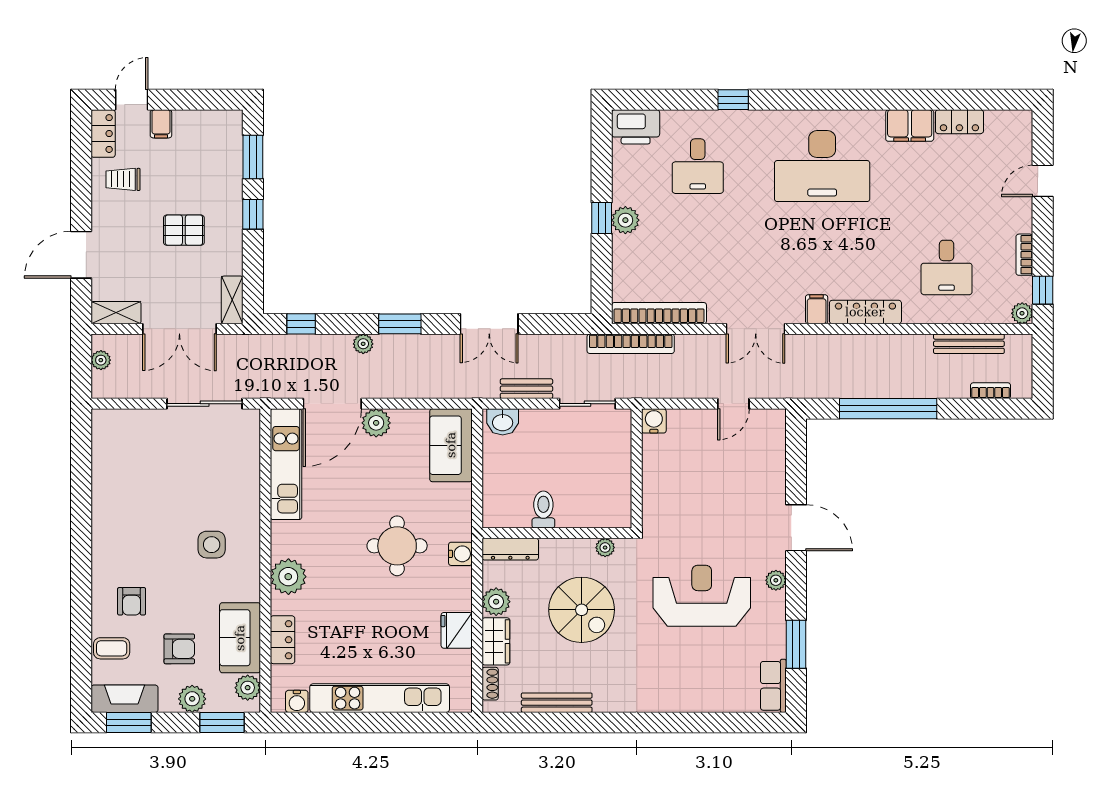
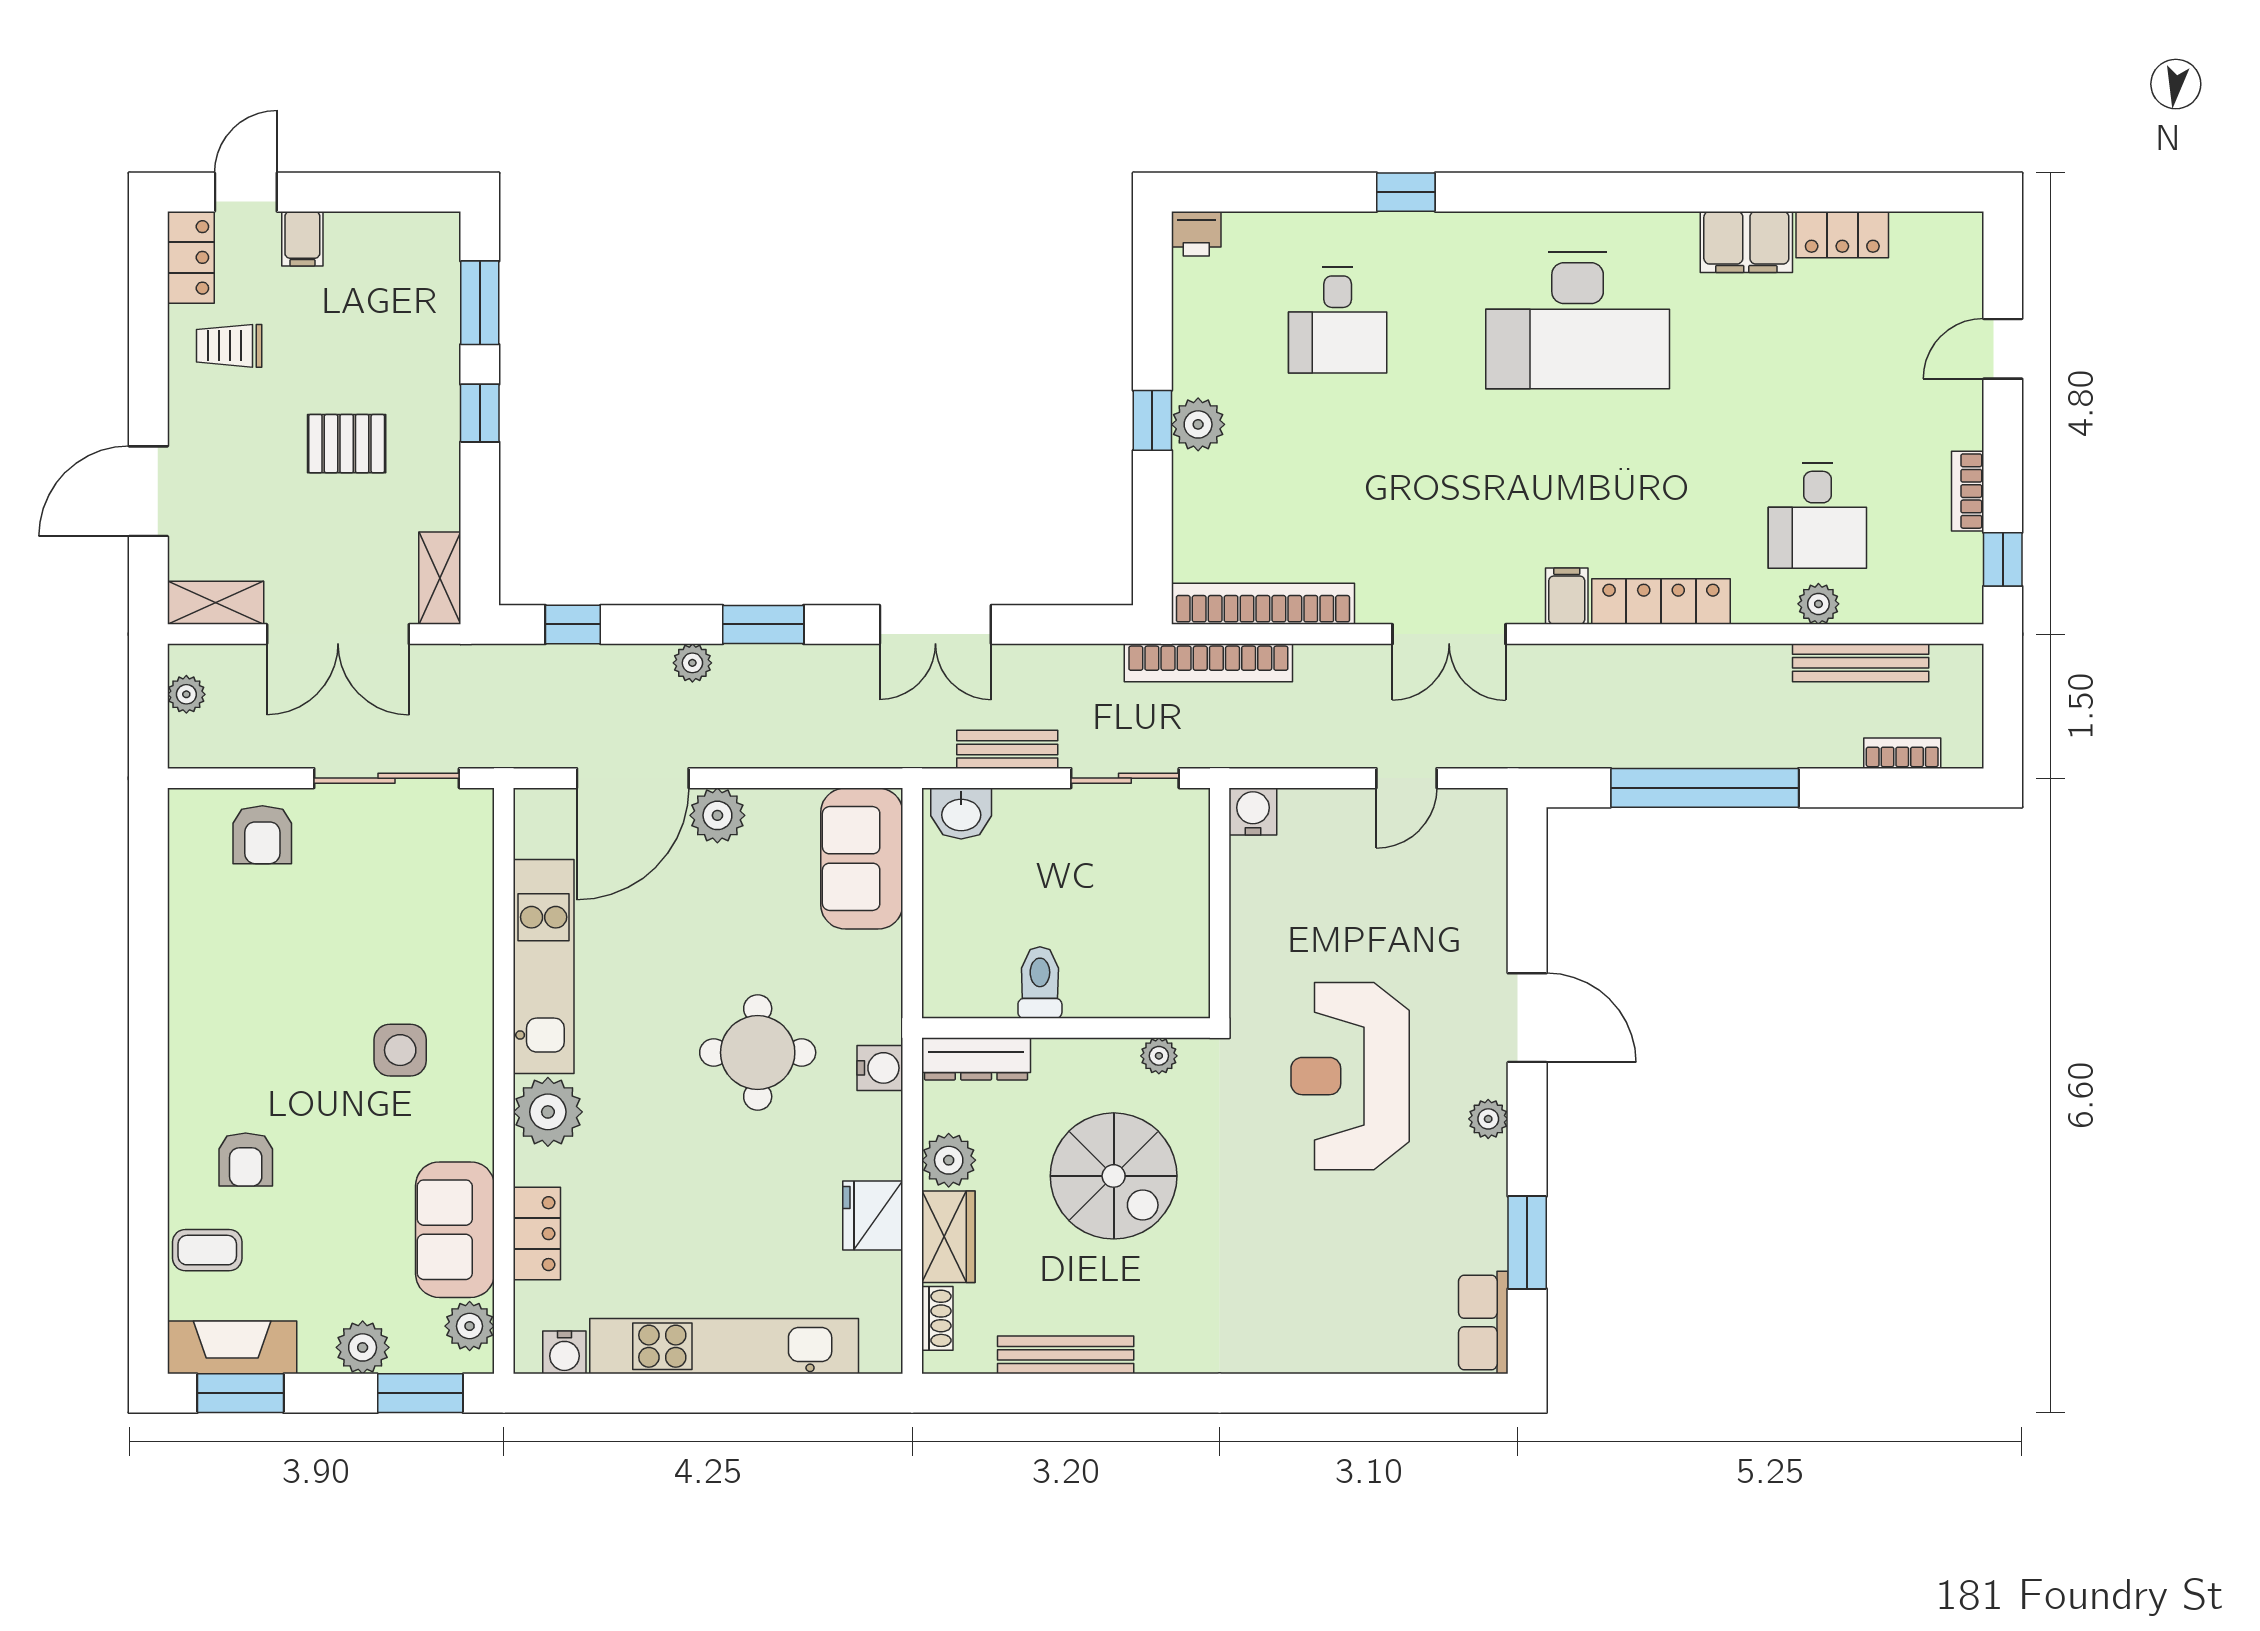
printer: (636, 127) -> (1196, 234), width x0.53, depth x0.68
plant: (1022, 313) -> (1818, 604), moved
kitchen unit: (286, 464) -> (544, 966), moved
reception desk: (702, 596) -> (1350, 1076), moved, turned -90
armchair: (179, 649) -> (262, 835), moved, turned 90

